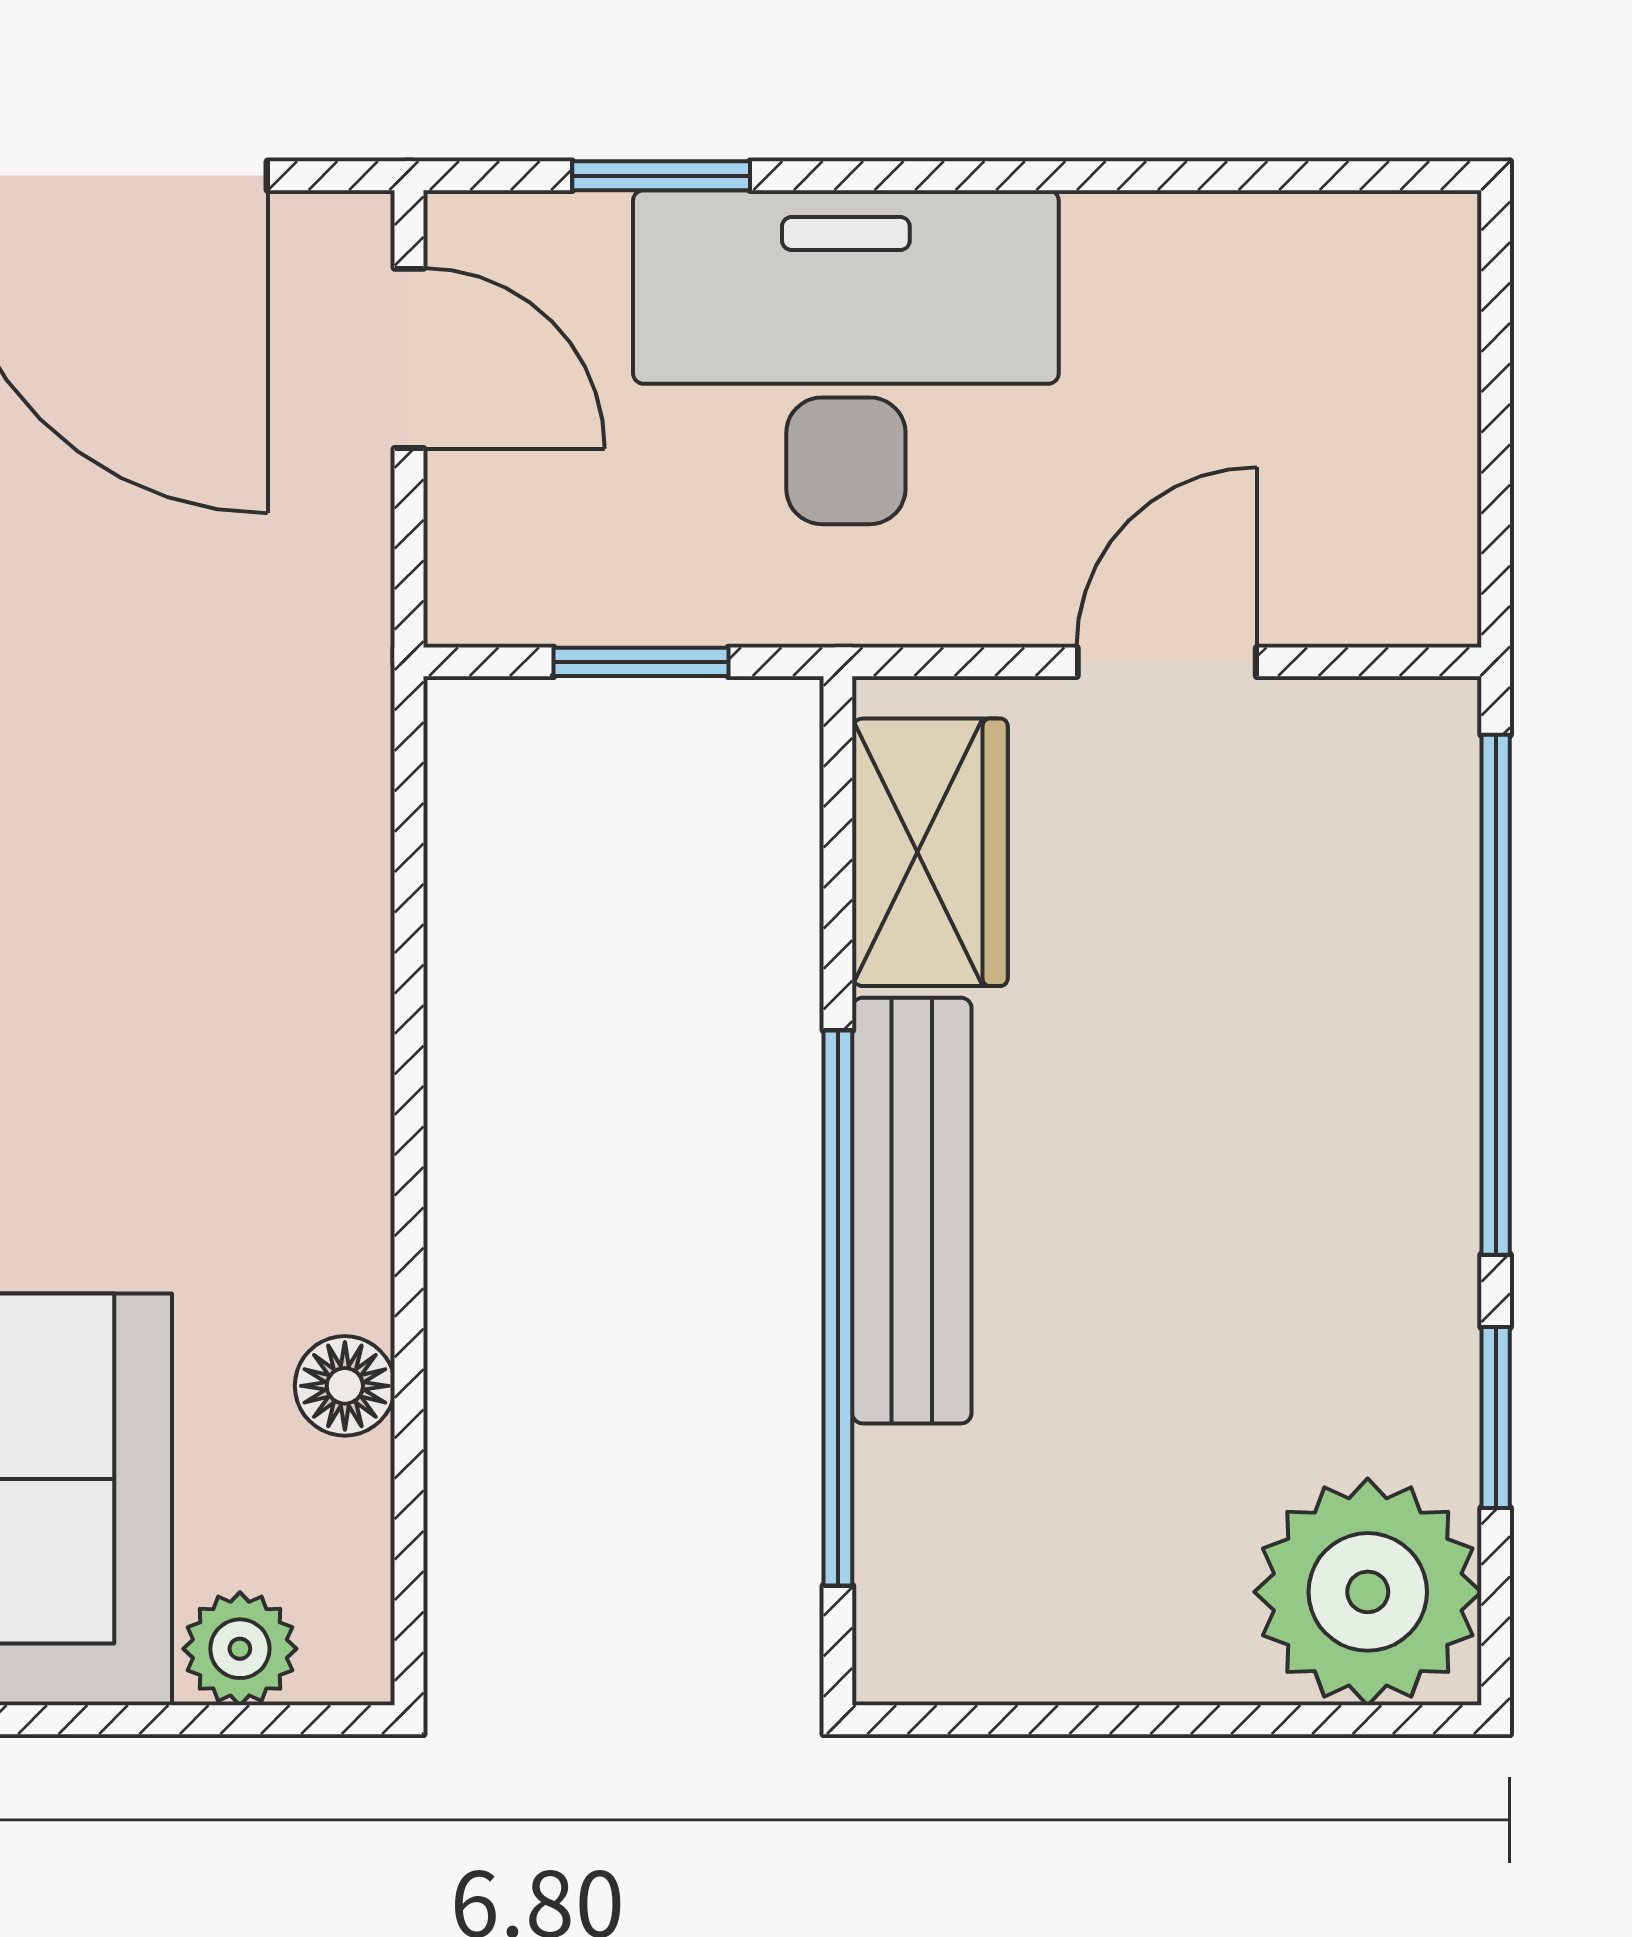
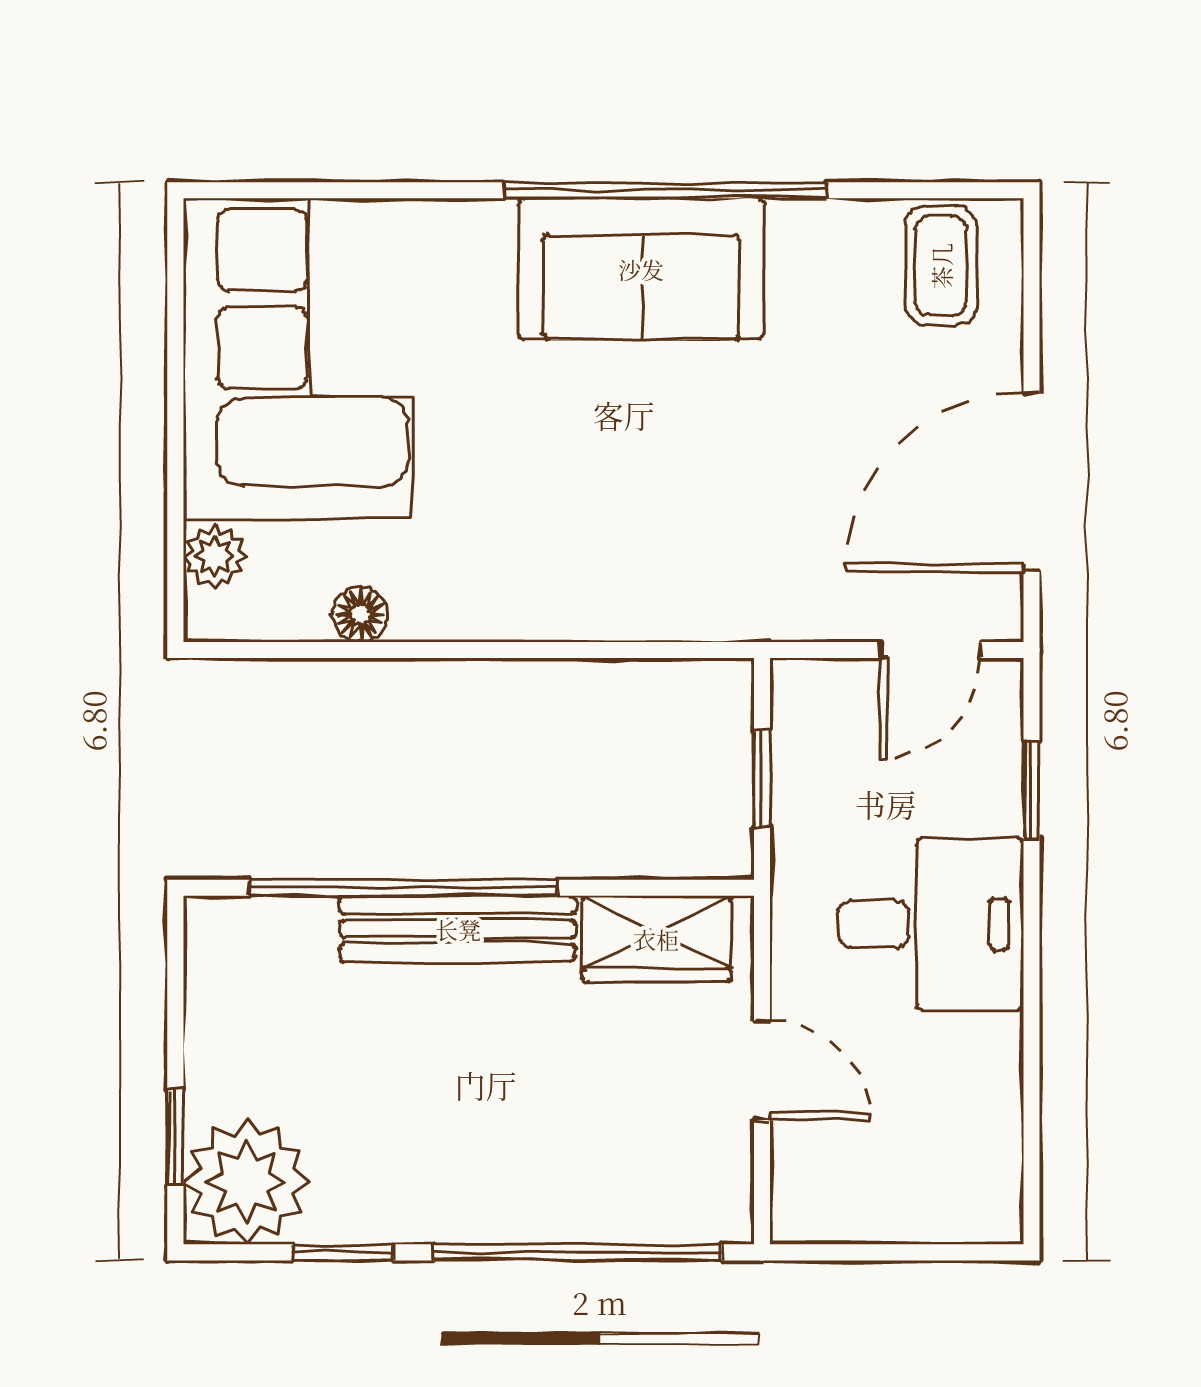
desk: (846, 357) -> (931, 924), width x0.73
window: (1287, 1720) -> (175, 1137), added

